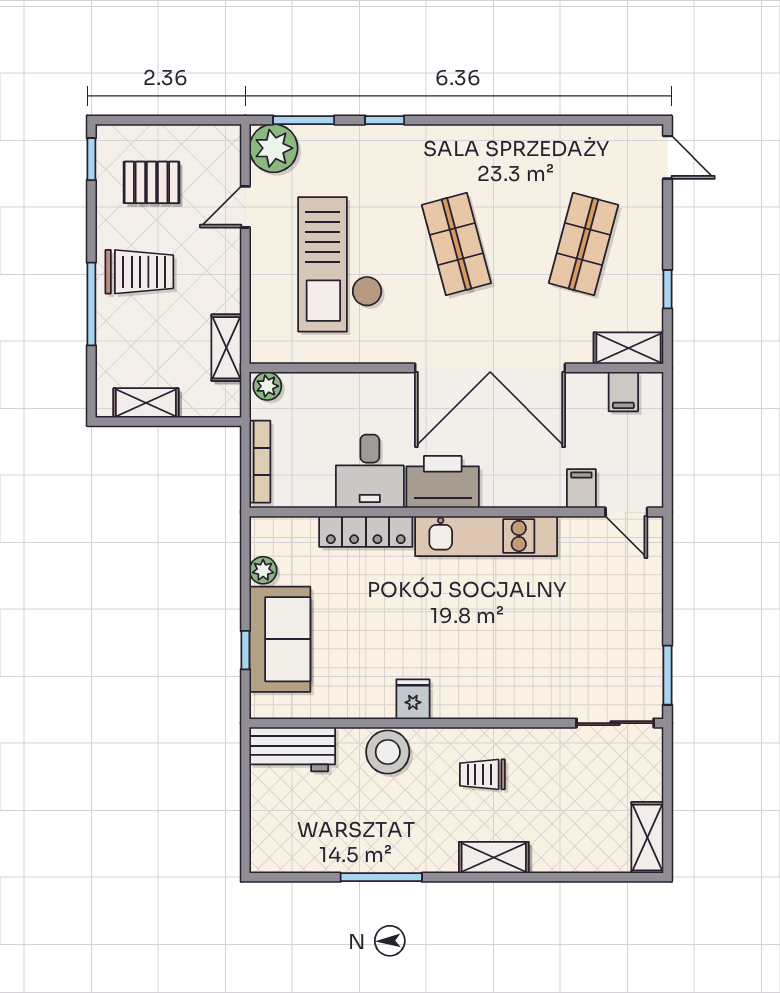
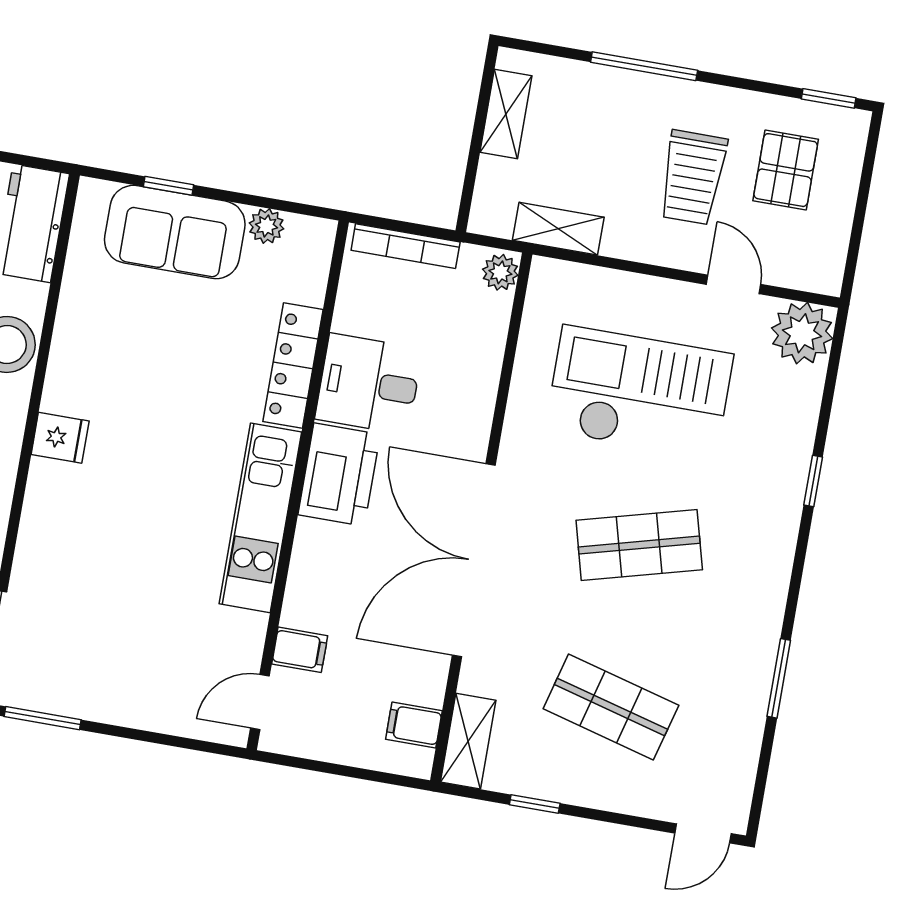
window: (304, 120) -> (779, 678), moved
trolley: (139, 272) -> (693, 177), moved
fridge: (413, 699) -> (60, 438), moved

